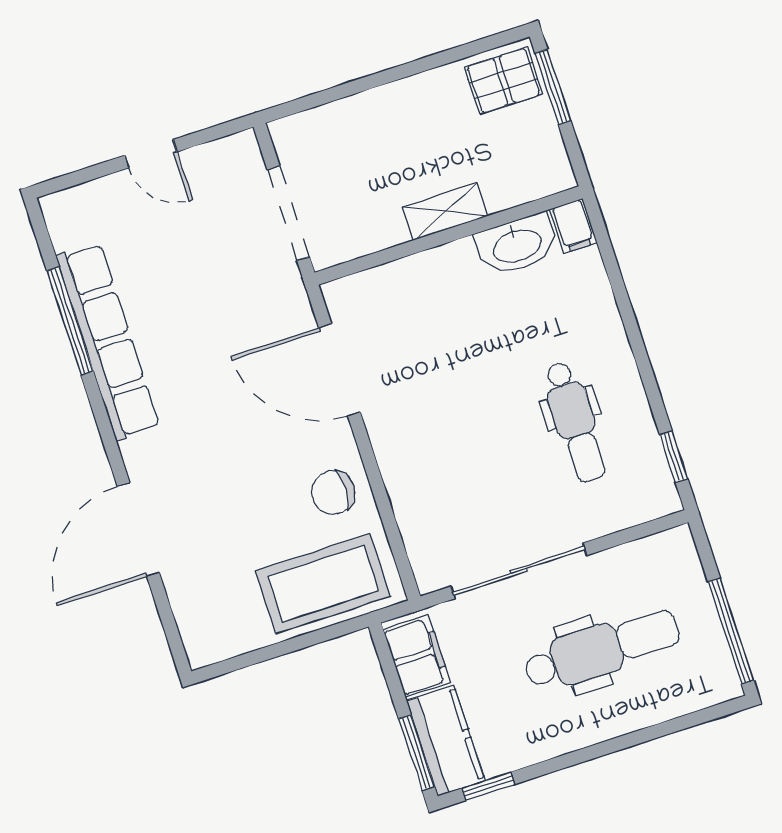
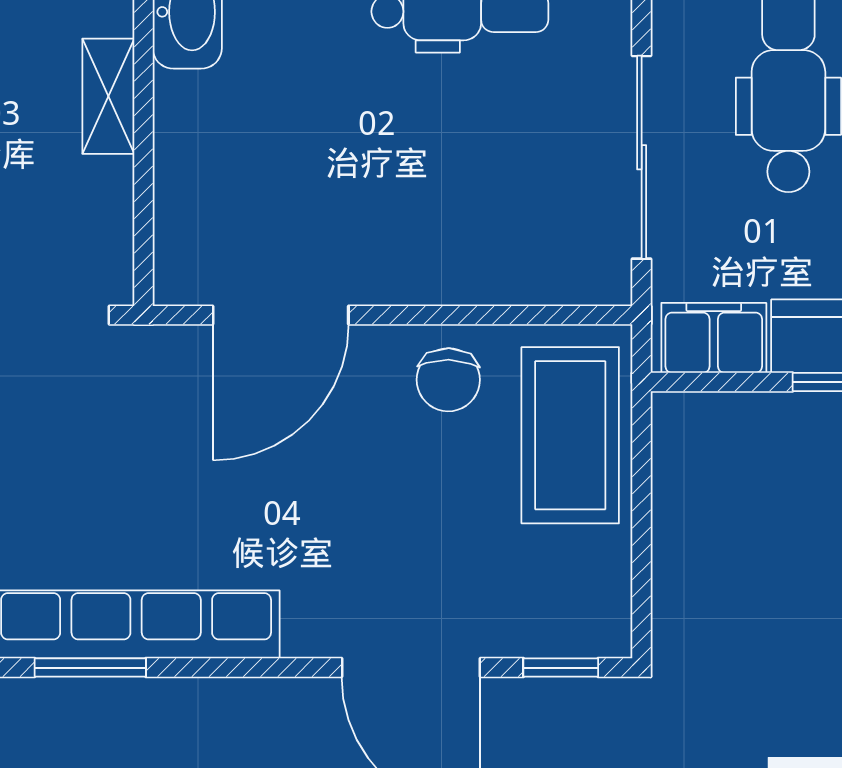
window: (70, 321) -> (90, 668), width x0.69
window: (170, 627) -> (561, 668), added

